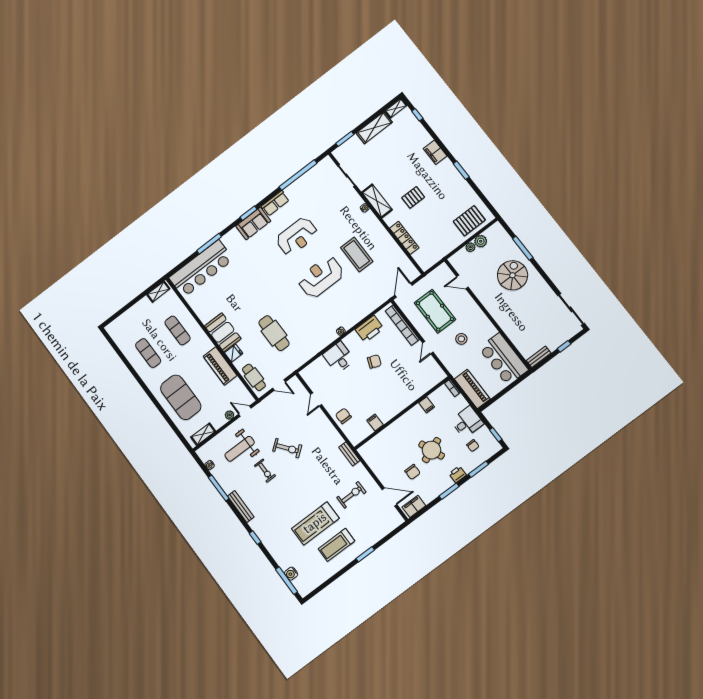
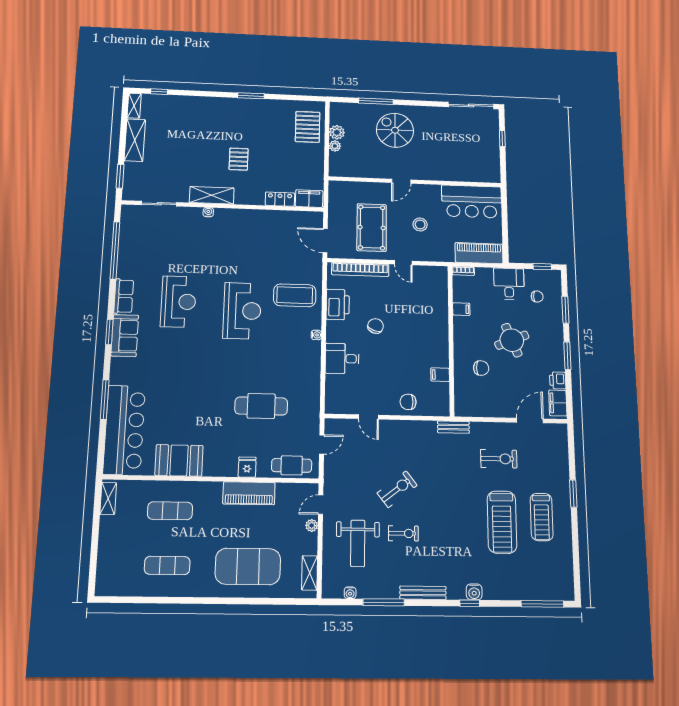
filing cabinet: (435, 152) -> (309, 199), moved, turned 180
locker: (404, 238) -> (280, 199), width x0.66
coffee table: (357, 255) -> (295, 295), moved
reception desk: (321, 277) -> (242, 311), turned 180
door: (462, 282) -> (401, 181), moved
pool table: (435, 311) -> (372, 228), turned 90
booth: (223, 332) -> (179, 460), moved
bench: (539, 357) -> (495, 168), removed
chair: (413, 472) -> (481, 368), moved
printer: (458, 474) -> (558, 380), moved
exercise bike: (351, 495) -> (499, 459), turned 90
water cooler: (291, 574) -> (474, 592), moved

